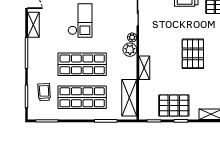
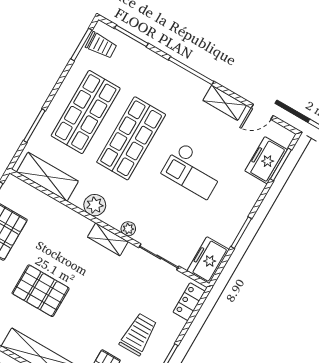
plant: (130, 50) -> (95, 205), moved
pallet: (193, 54) -> (41, 291), moved
shelving: (144, 68) -> (108, 239), moved
trolley: (44, 92) -> (101, 45), moved

